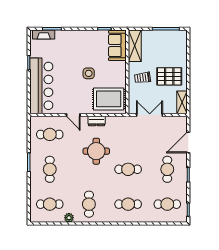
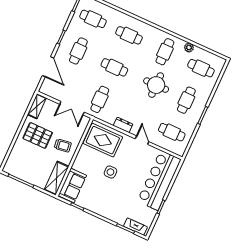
cafe table: (128, 134) -> (100, 99), added
door: (188, 143) -> (48, 67), hinge flipped
round table: (96, 151) -> (156, 85), moved

